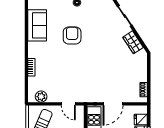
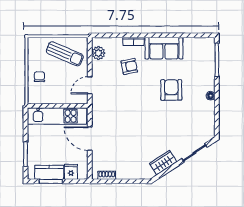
sofa: (37, 25) -> (164, 48), moved
armchair: (72, 35) -> (171, 90), turned -90
armchair: (52, 71) -> (129, 66), added

